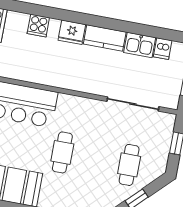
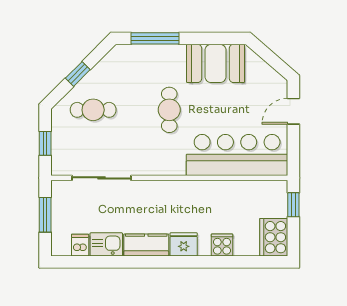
cafe table: (129, 165) -> (93, 110), turned 90

